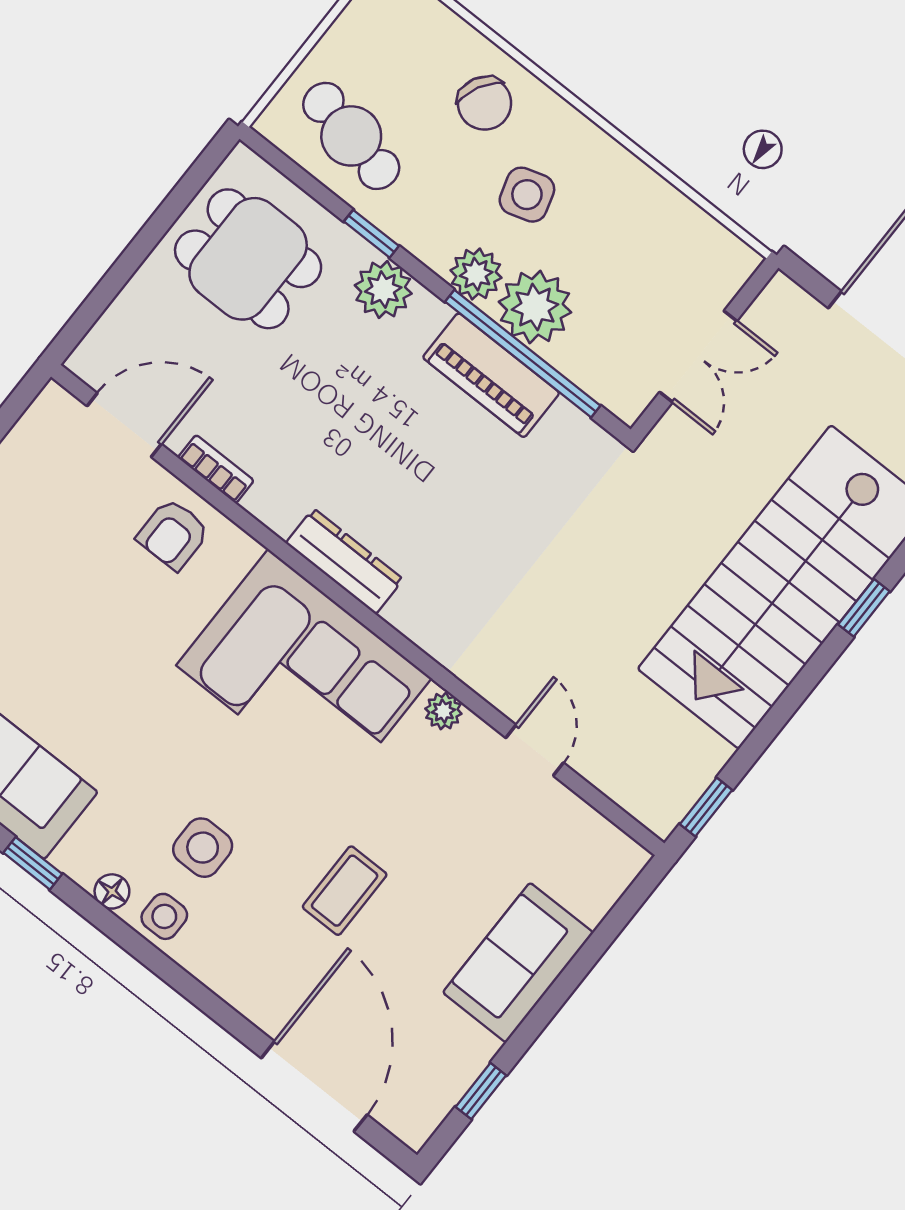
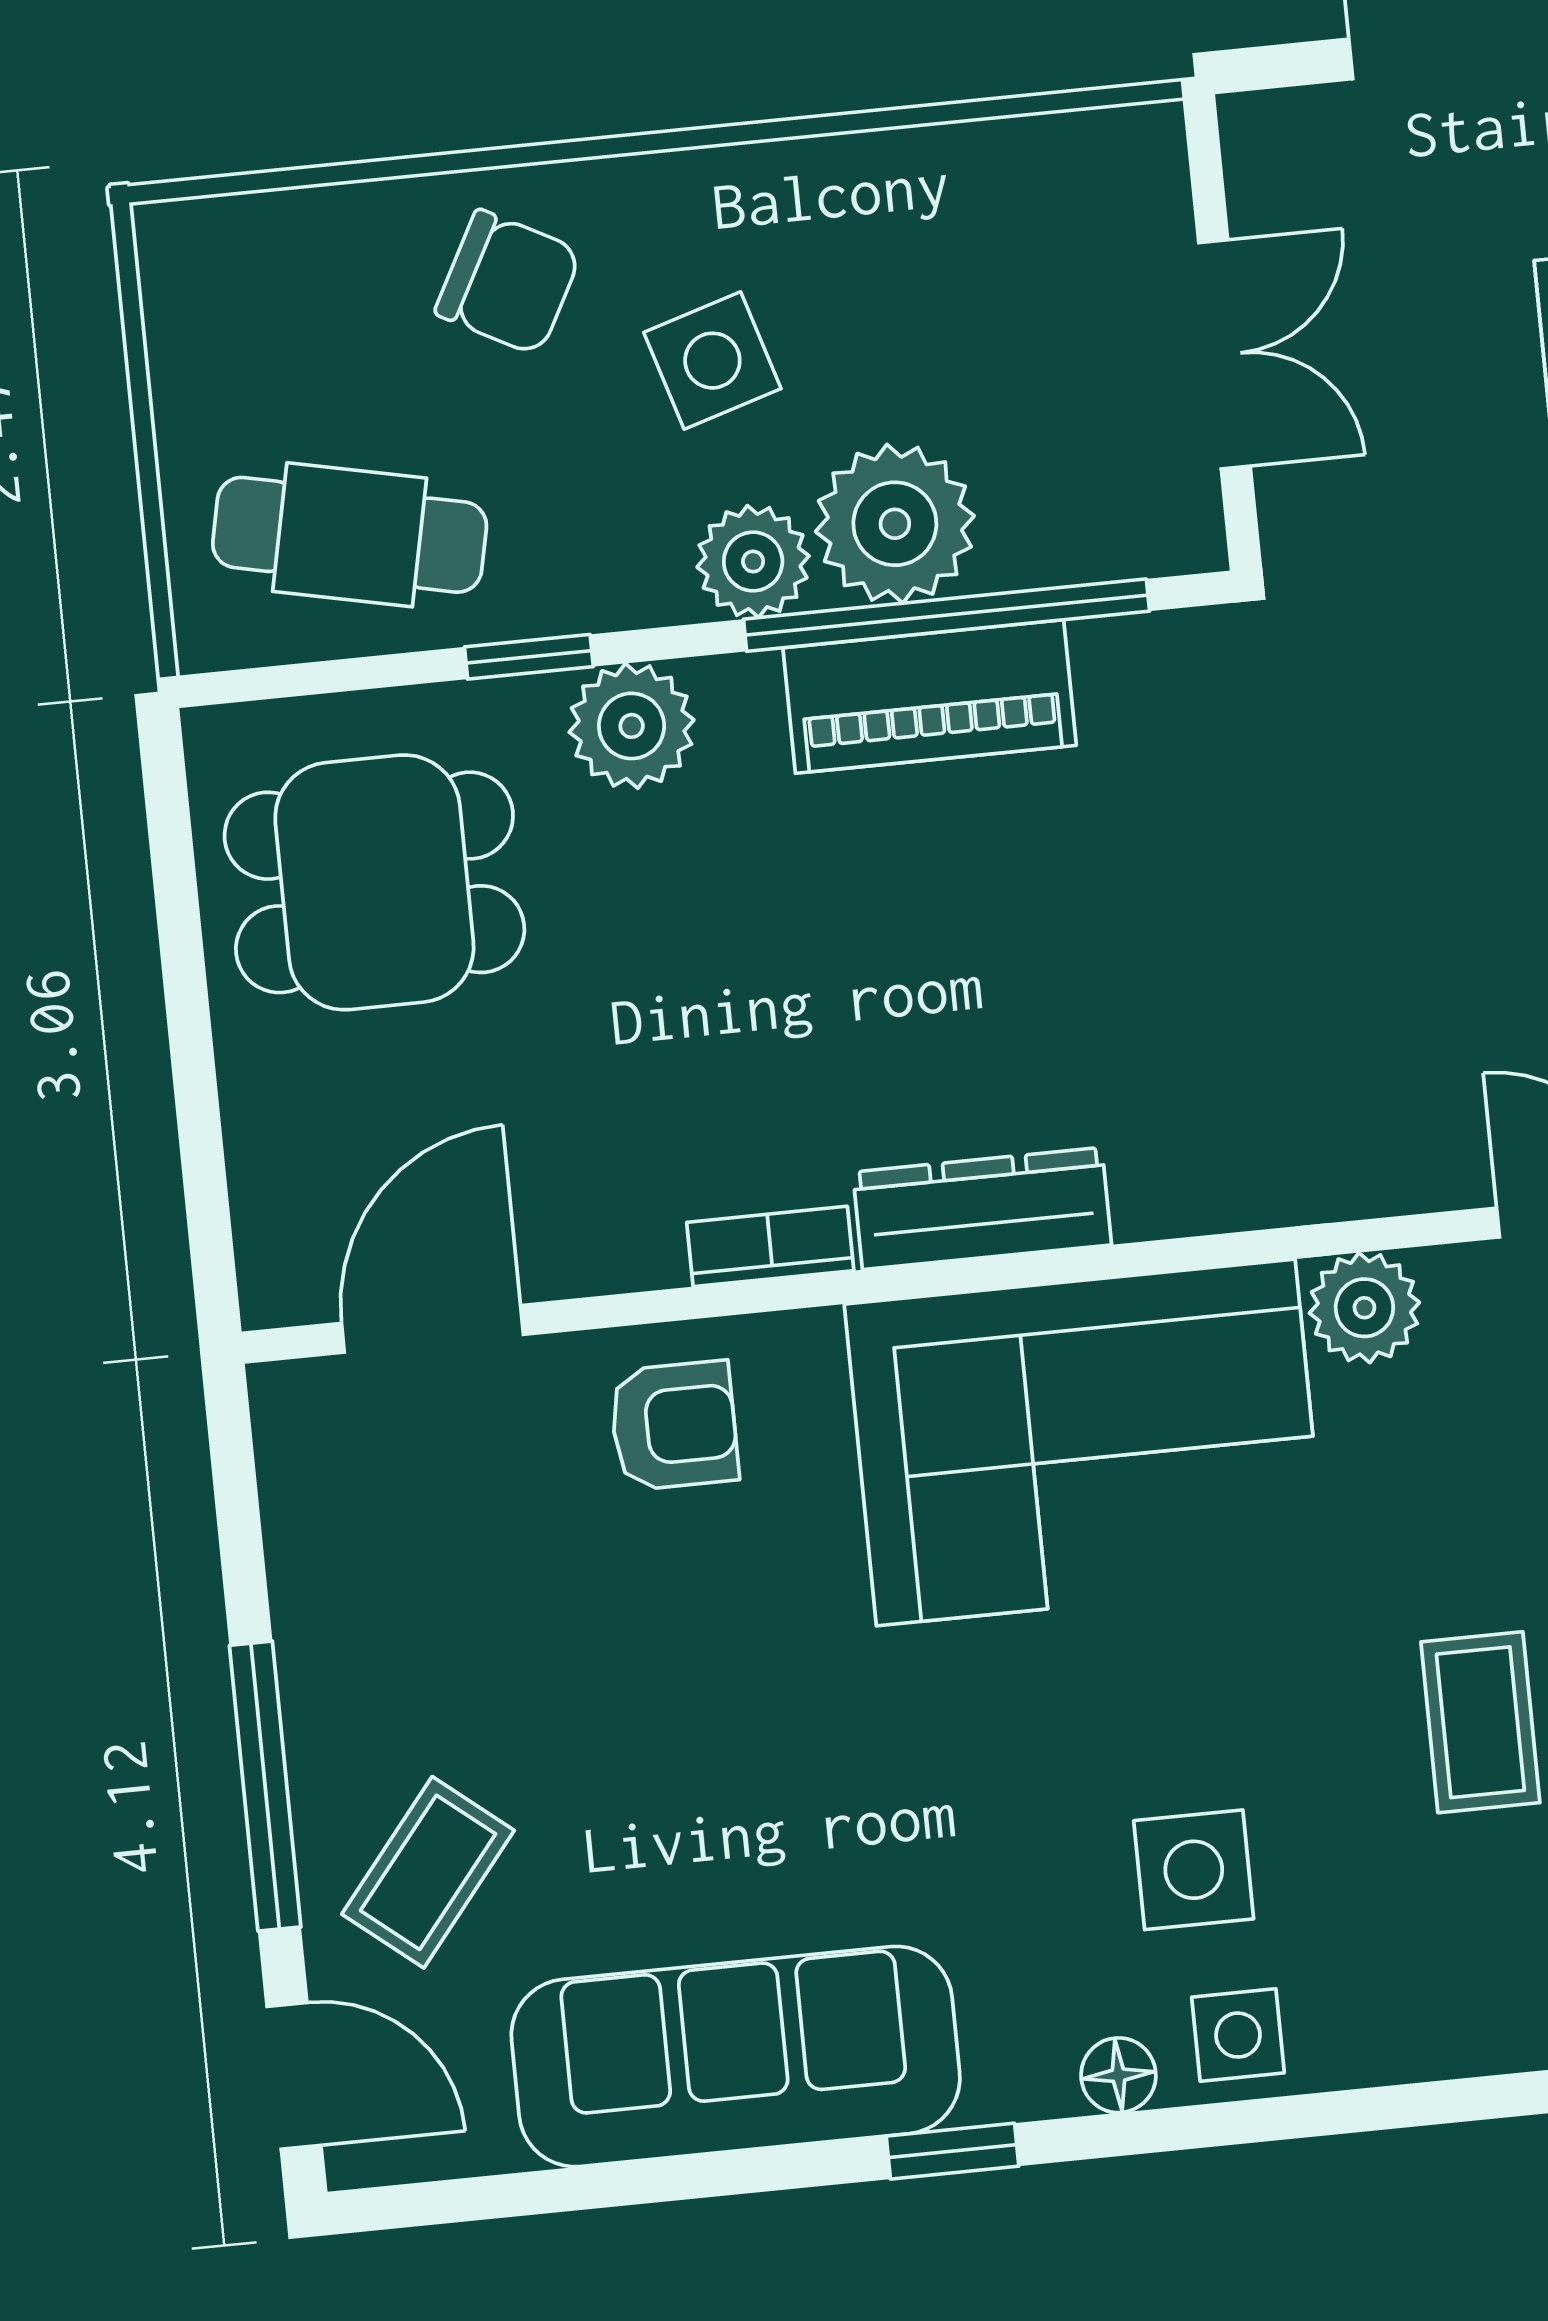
bookcase: (216, 469) -> (770, 1246), moved
armchair: (173, 534) -> (674, 1426), turned -90
plant: (443, 711) -> (1364, 1308), width x1.38, depth x1.38

